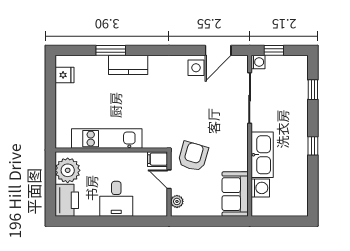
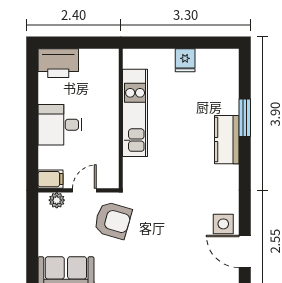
fridge: (64, 75) -> (185, 60), moved
filing cabinet: (157, 159) -> (50, 179), moved, turned 90
plant: (68, 170) -> (96, 64), removed

